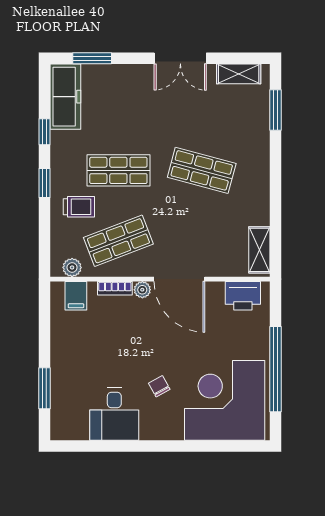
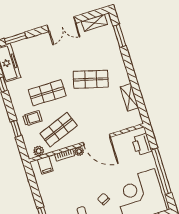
window: (45, 183) -> (16, 129), moved
shelving: (259, 250) -> (129, 97), moved
printer: (243, 296) -> (142, 144), moved, turned 90

